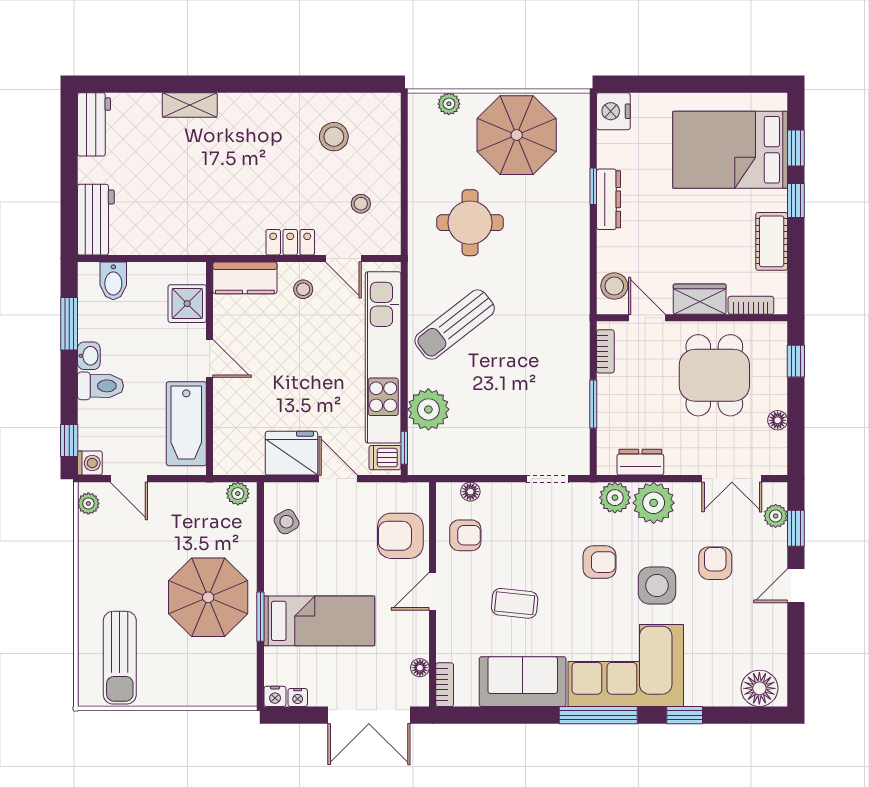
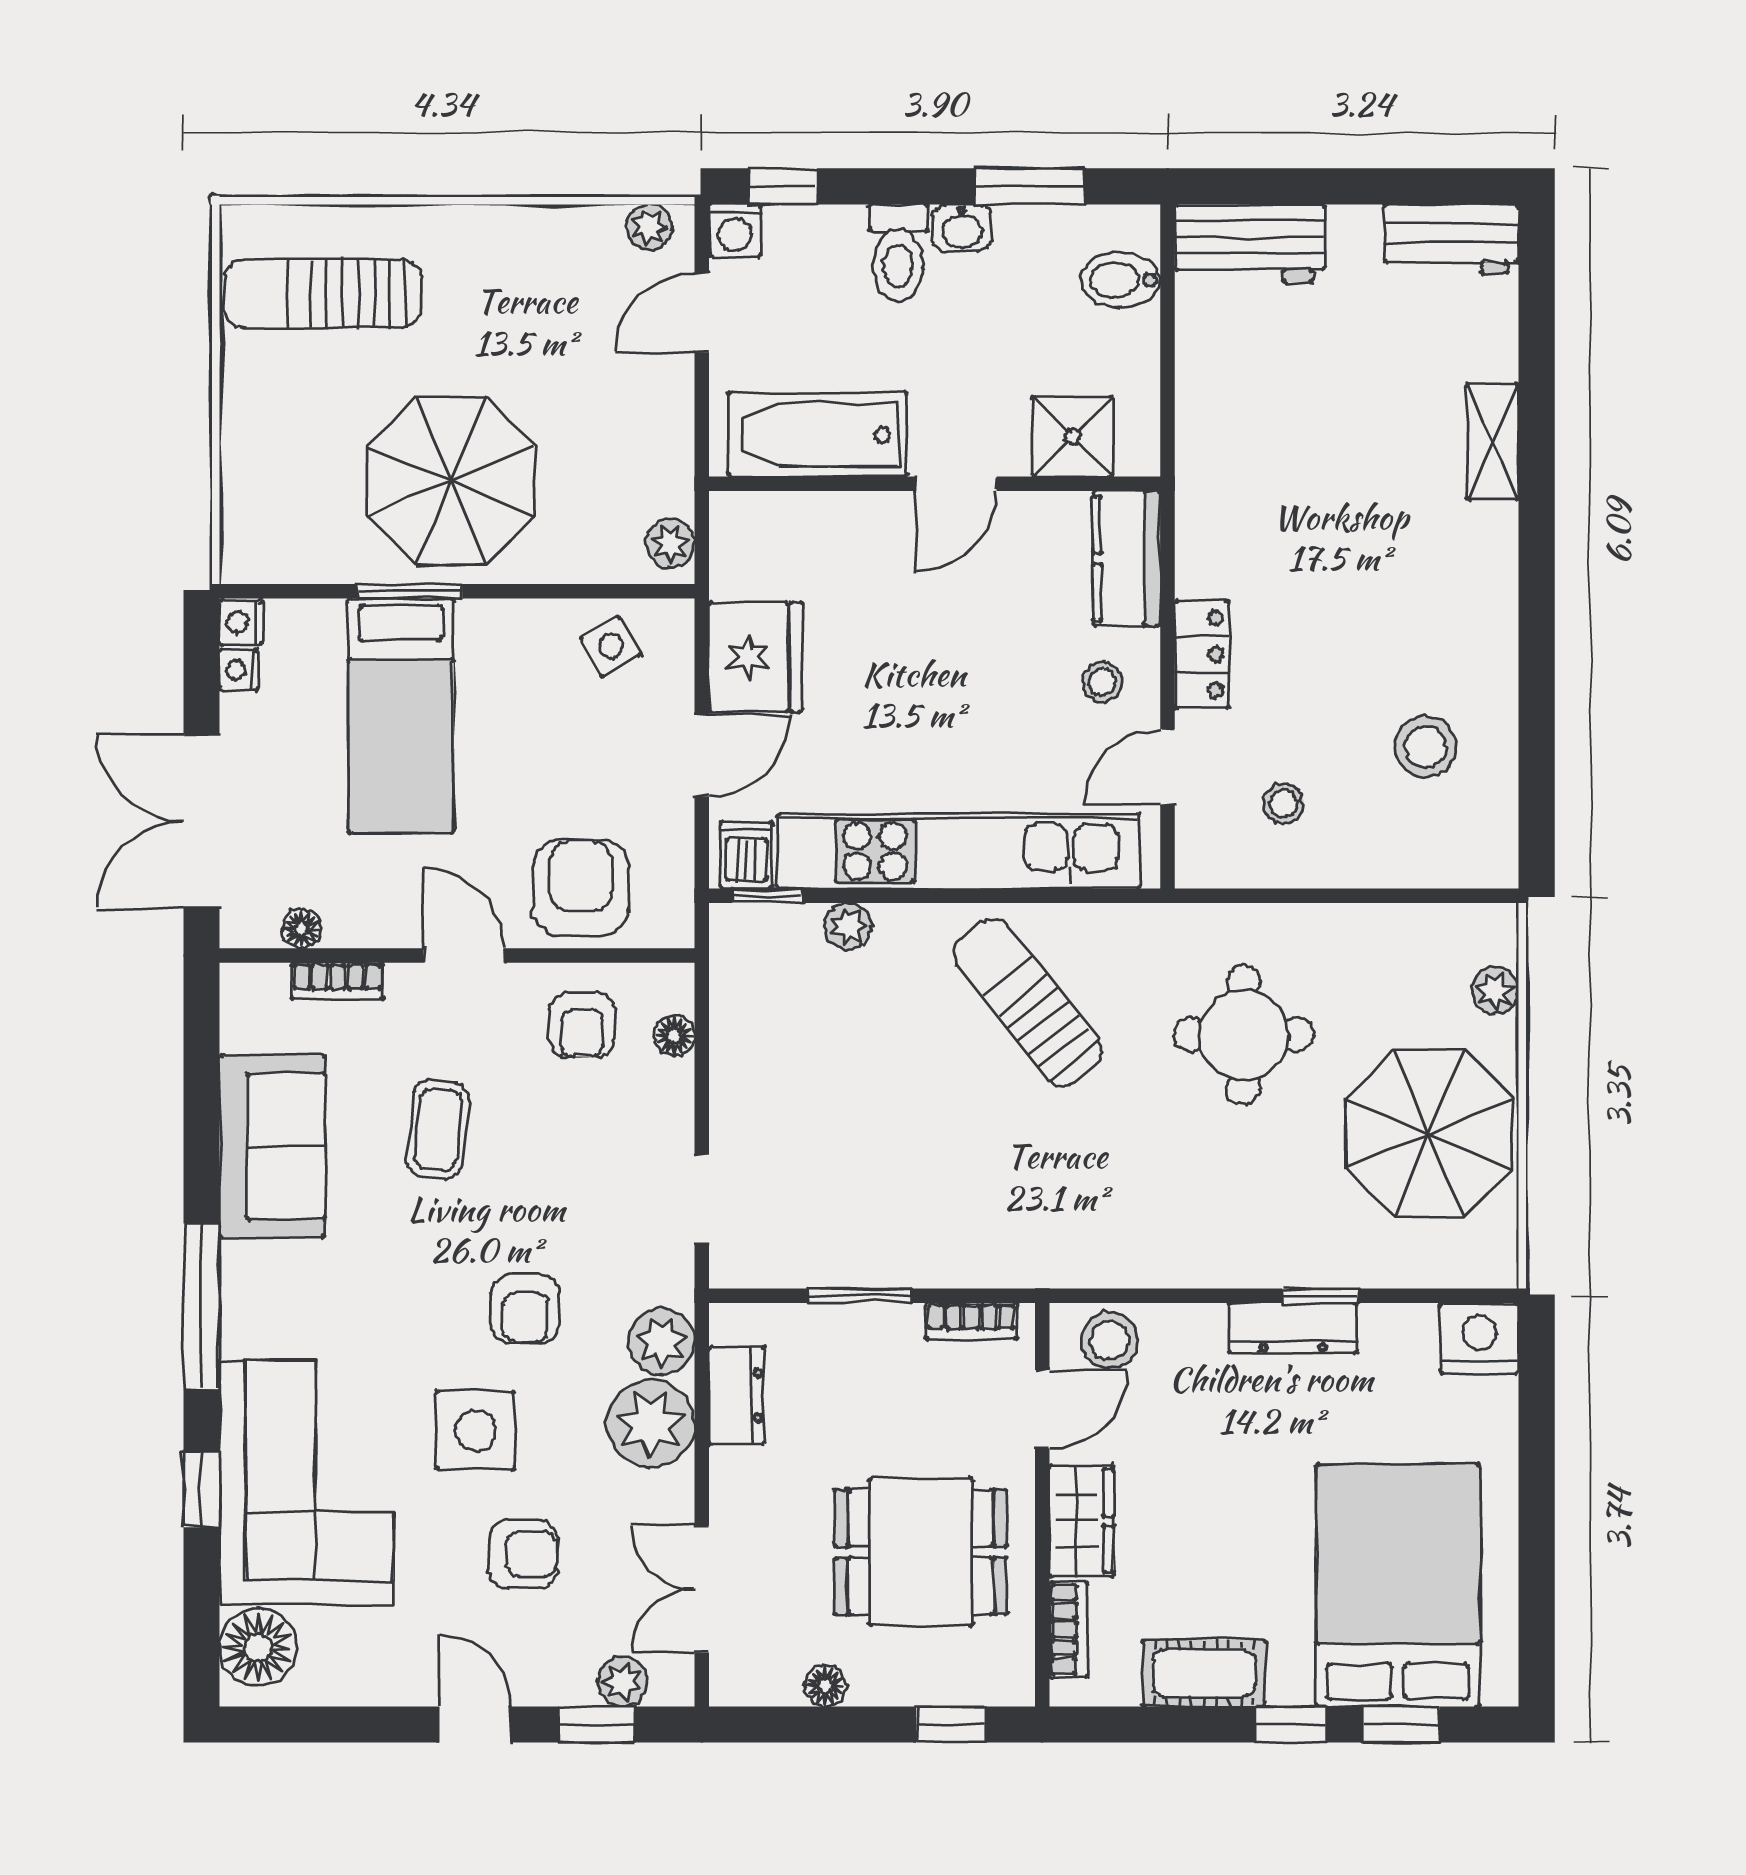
plant: (428, 409) -> (848, 926), width x0.53, depth x0.53
corner sofa: (626, 666) -> (306, 1482), moved
bookcase: (445, 685) -> (338, 981), moved

